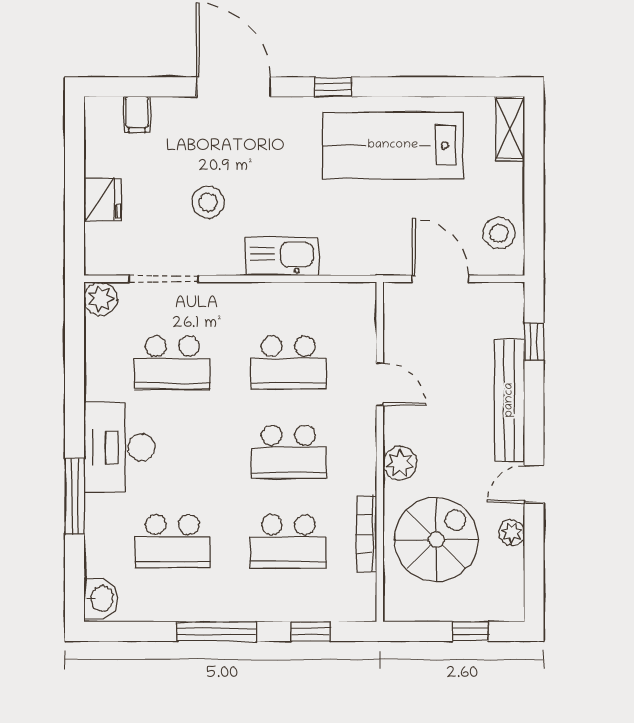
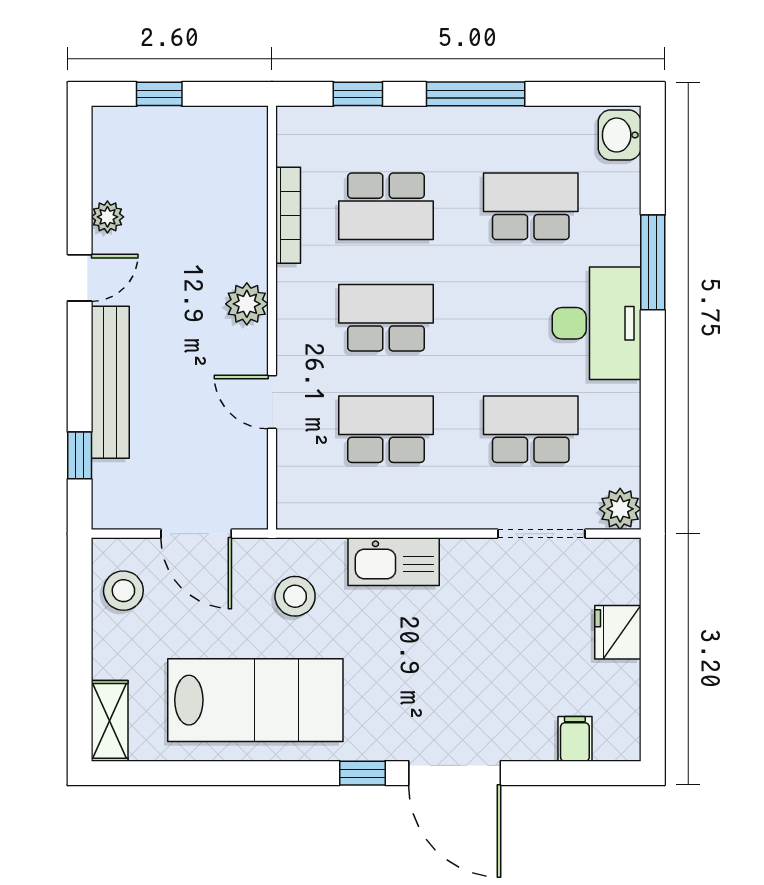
window: (333, 87) -> (362, 773), moved
stool: (208, 202) -> (295, 596), moved
spiral stairs: (436, 540) -> (202, 208), removed
school desk: (288, 541) -> (386, 206), turned 180

